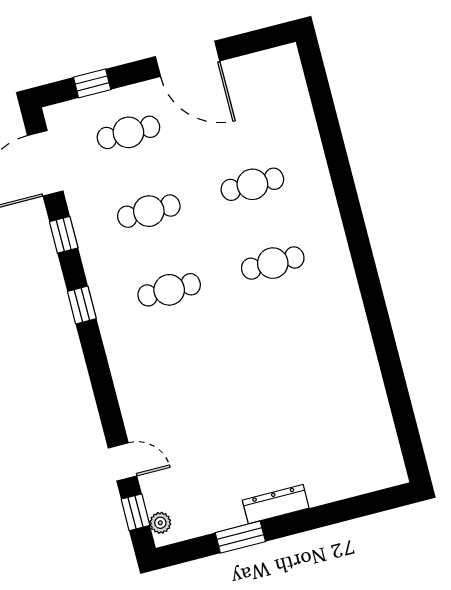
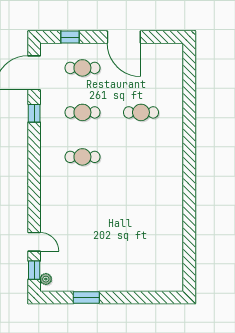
cafe table: (273, 263) -> (141, 157), removed
window: (82, 305) -> (34, 153), removed
dresser: (276, 504) -> (109, 285), removed

